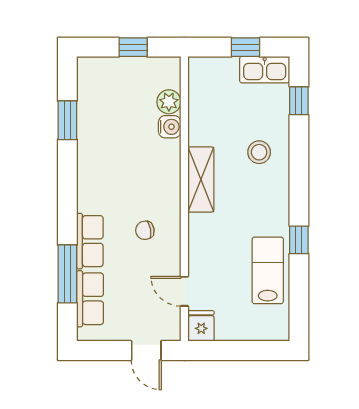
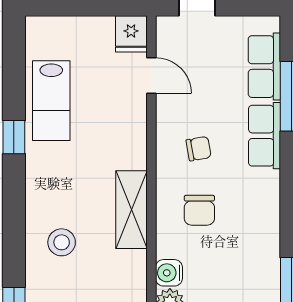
chair: (144, 179) -> (199, 210), added

